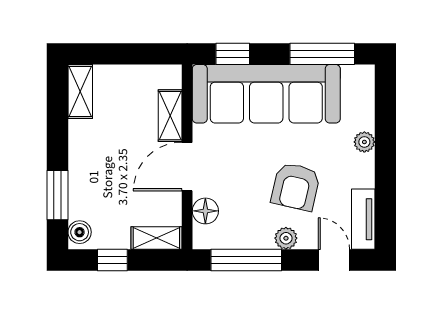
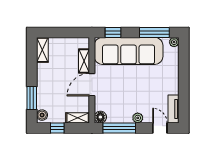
plant: (364, 142) -> (174, 42), moved
armchair: (296, 187) -> (142, 94), removed
floor lamp: (205, 211) -> (100, 117), moved

